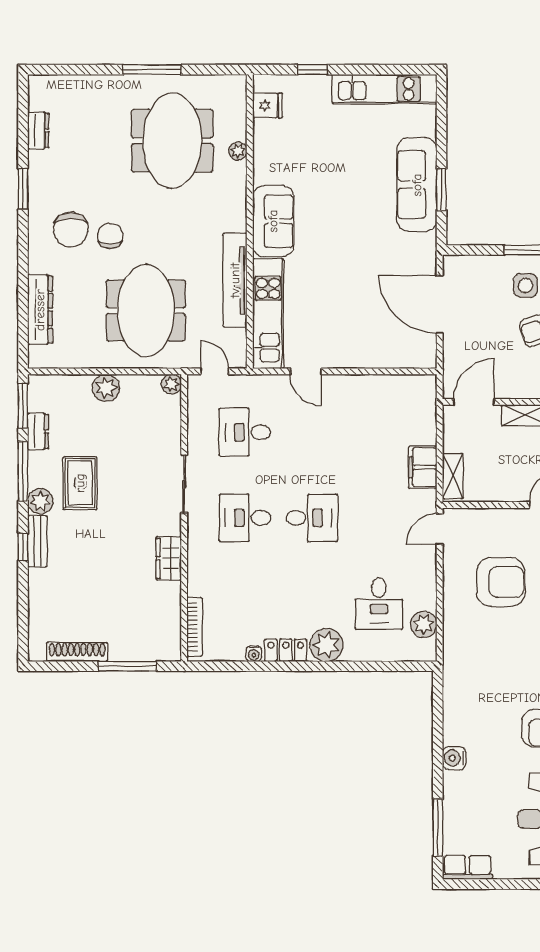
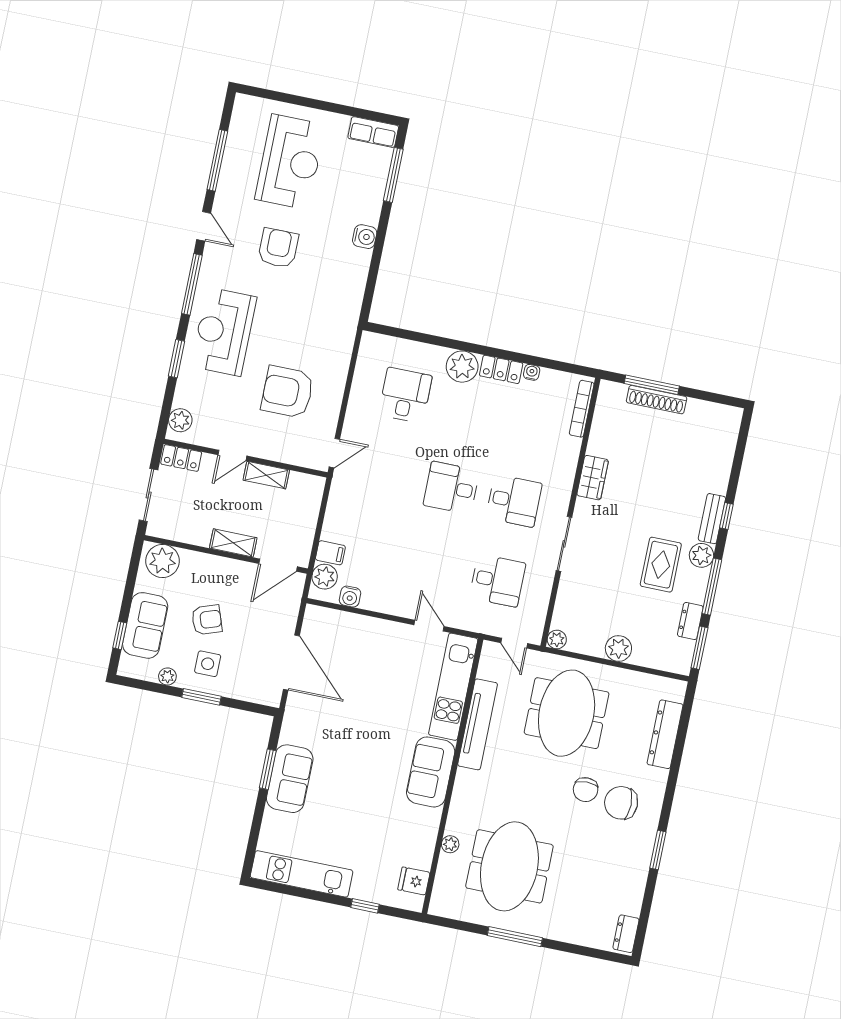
dresser: (38, 130) -> (626, 934), moved
sofa: (417, 185) -> (290, 779), width x0.73
chair: (71, 230) -> (621, 803), turned -90
water cooler: (393, 385) -> (350, 597), added
filing cabinet: (423, 467) -> (330, 553), moved, width x0.50
shelving: (453, 476) -> (266, 475), moved, turned 90
plant: (424, 624) -> (325, 577), moved
shoe rack: (77, 652) -> (657, 400), moved

